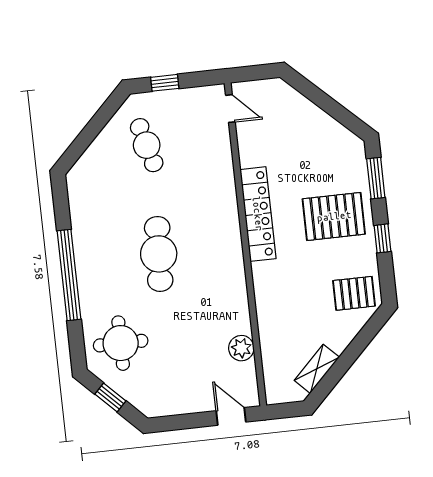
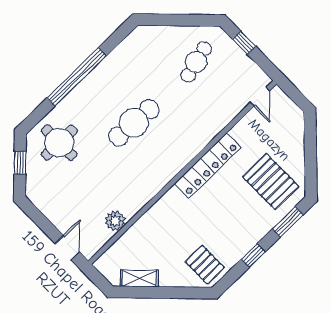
pallet: (334, 216) -> (271, 182), moved

